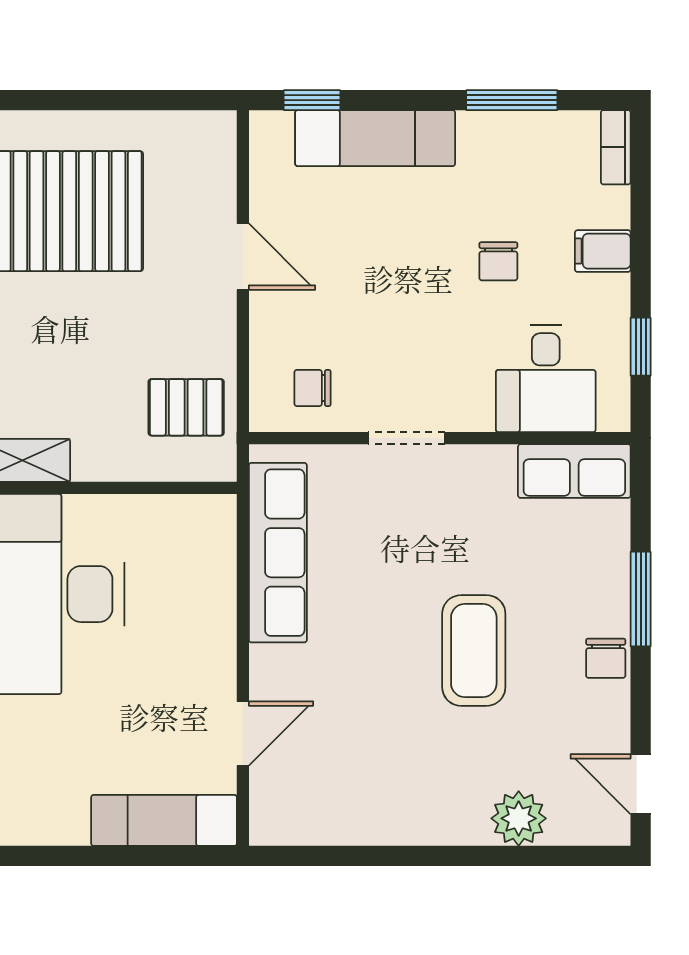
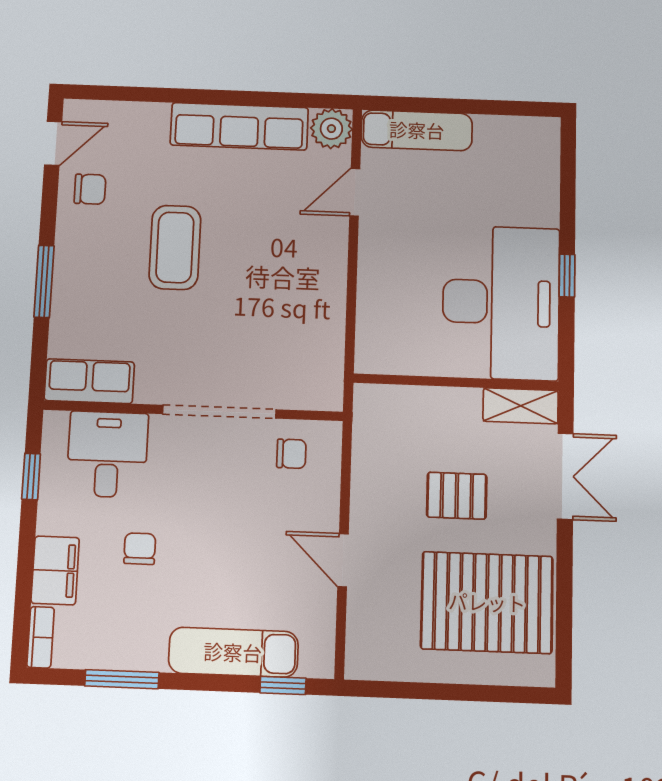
filing cabinet: (603, 251) -> (55, 570), width x2.00
pallet: (186, 407) -> (457, 496), moved
doorway: (406, 438) -> (219, 412), width x1.88
row of seats: (278, 553) -> (239, 126), moved, turned -90
chair: (606, 658) -> (90, 189), moved, turned 90
door: (641, 784) -> (53, 143), hinge flipped
plant: (519, 818) -> (331, 129), moved

